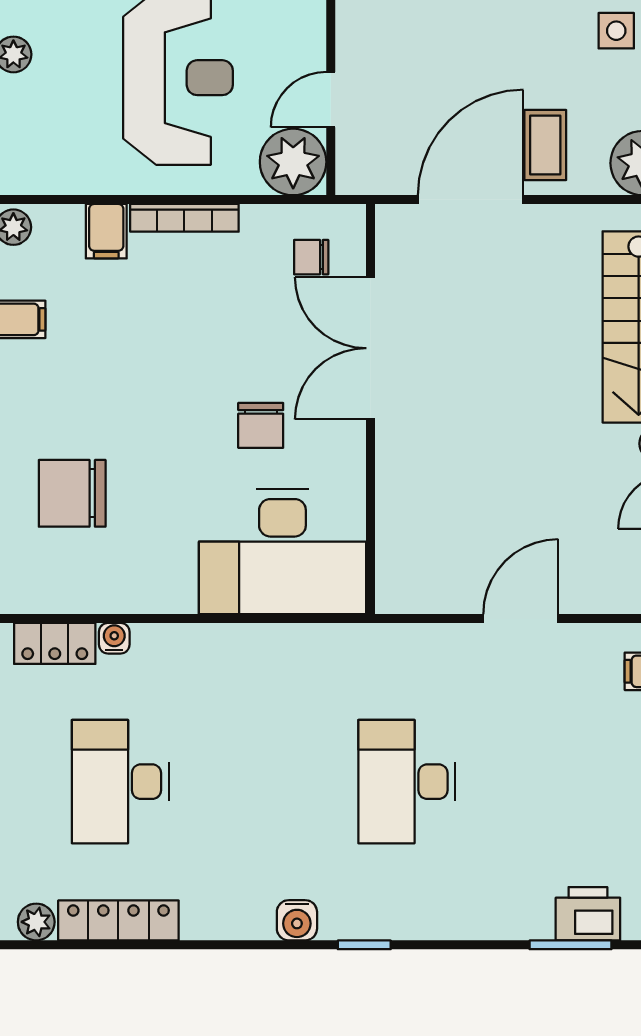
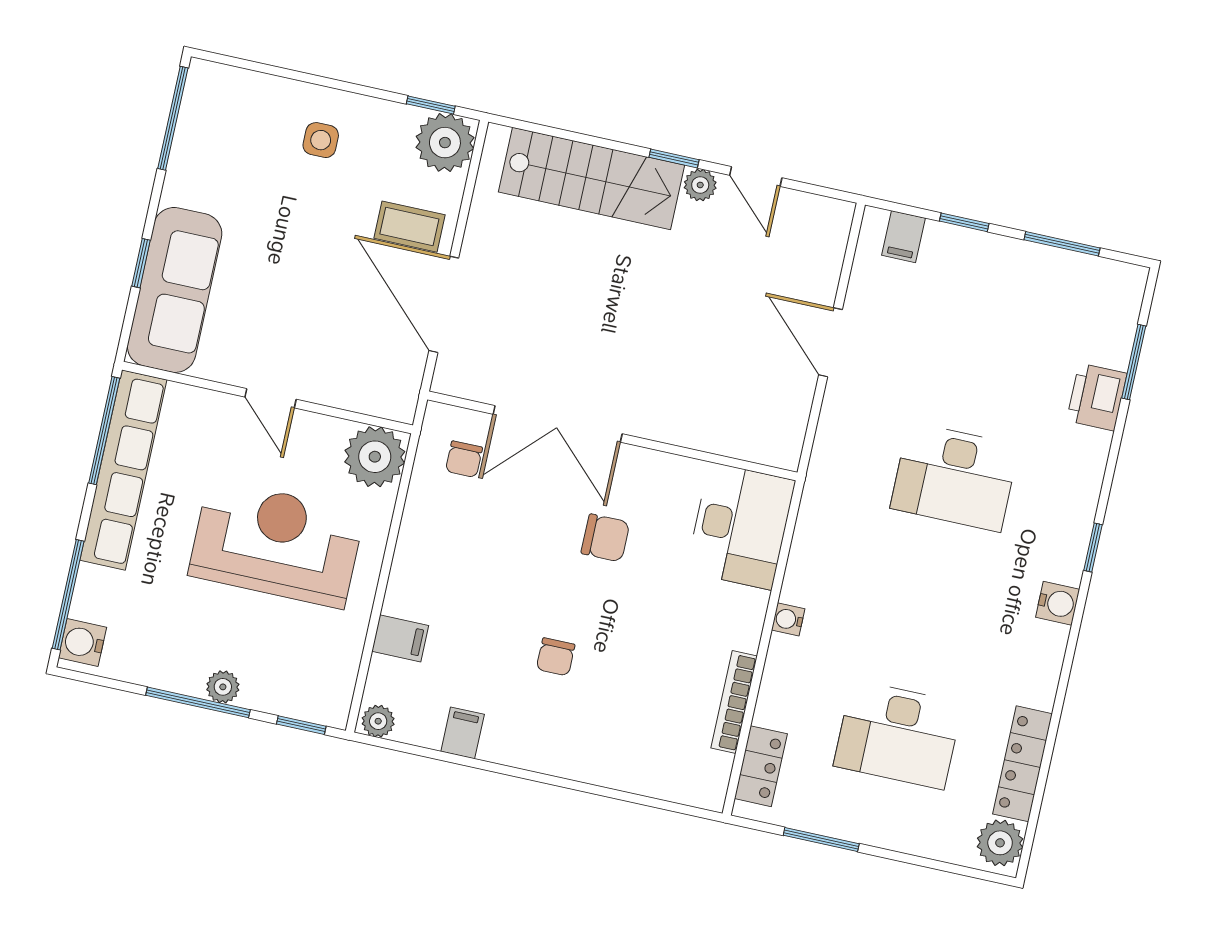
door: (331, 100) -> (270, 398), moved
bookcase: (184, 218) -> (734, 702), moved, turned 180
chair: (72, 493) -> (556, 657), moved, width x0.54, depth x0.54
desk: (282, 552) -> (741, 526), width x0.73, depth x0.77
water cooler: (114, 638) -> (788, 619), moved
printer: (588, 914) -> (1097, 397), moved
plant: (36, 922) -> (1000, 843), width x1.38, depth x1.38

